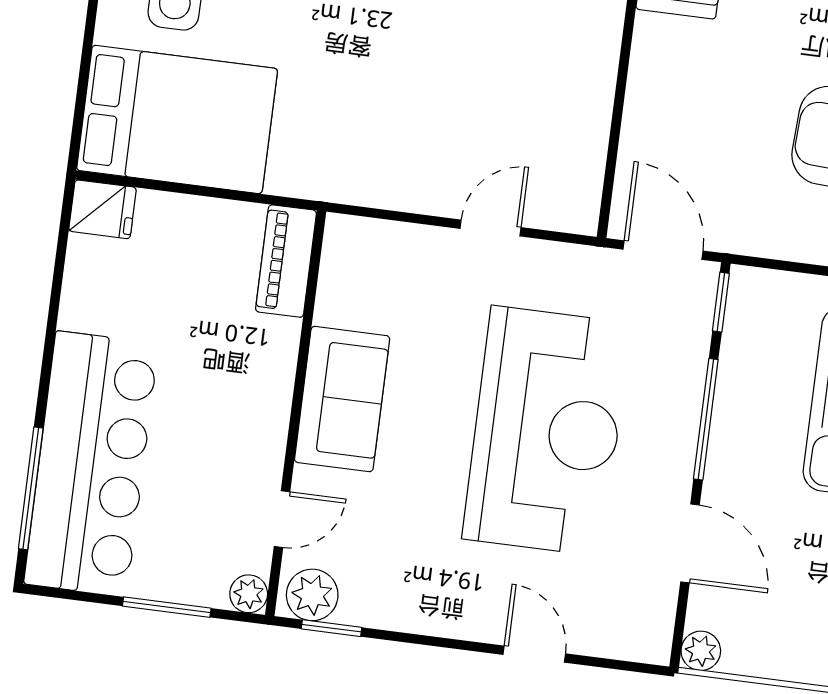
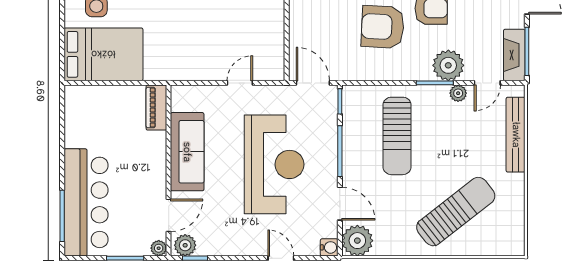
fridge: (103, 209) -> (77, 96), removed
sofa: (342, 399) -> (187, 152), width x1.36
door: (282, 519) -> (169, 215), width x1.38
water cooler: (652, 644) -> (329, 247), added
plant: (701, 651) -> (357, 241), width x1.87, depth x1.87

